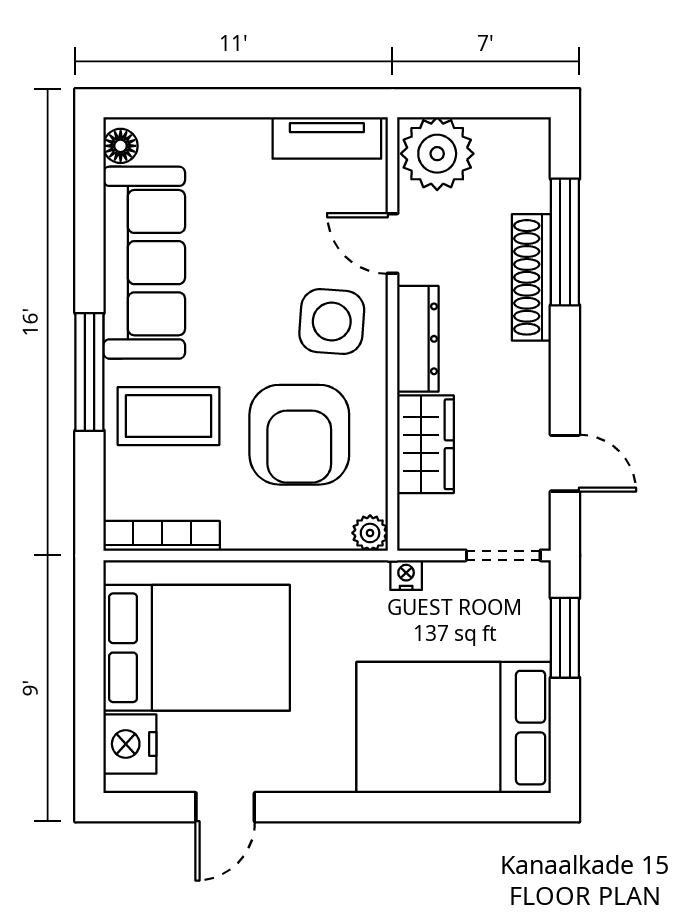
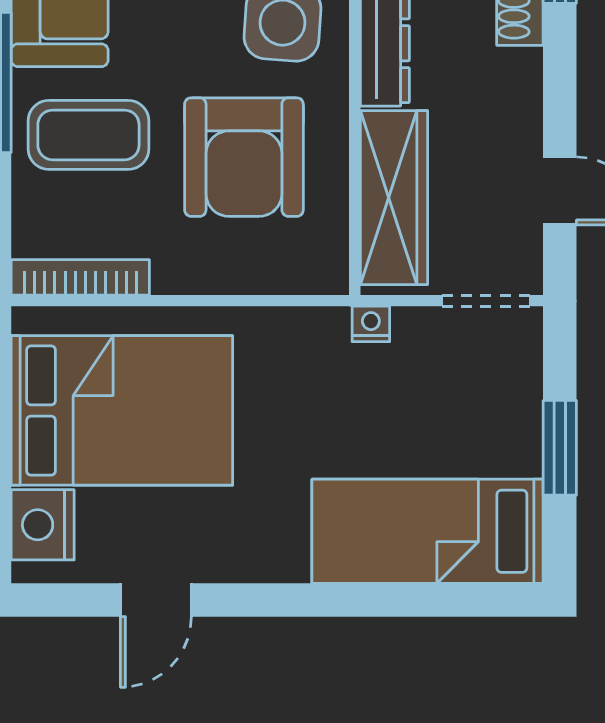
wardrobe: (425, 444) -> (394, 198), width x1.50
plant: (370, 533) -> (328, 274), removed
window: (565, 638) -> (560, 448), moved
bed: (454, 728) -> (428, 531), width x0.67

